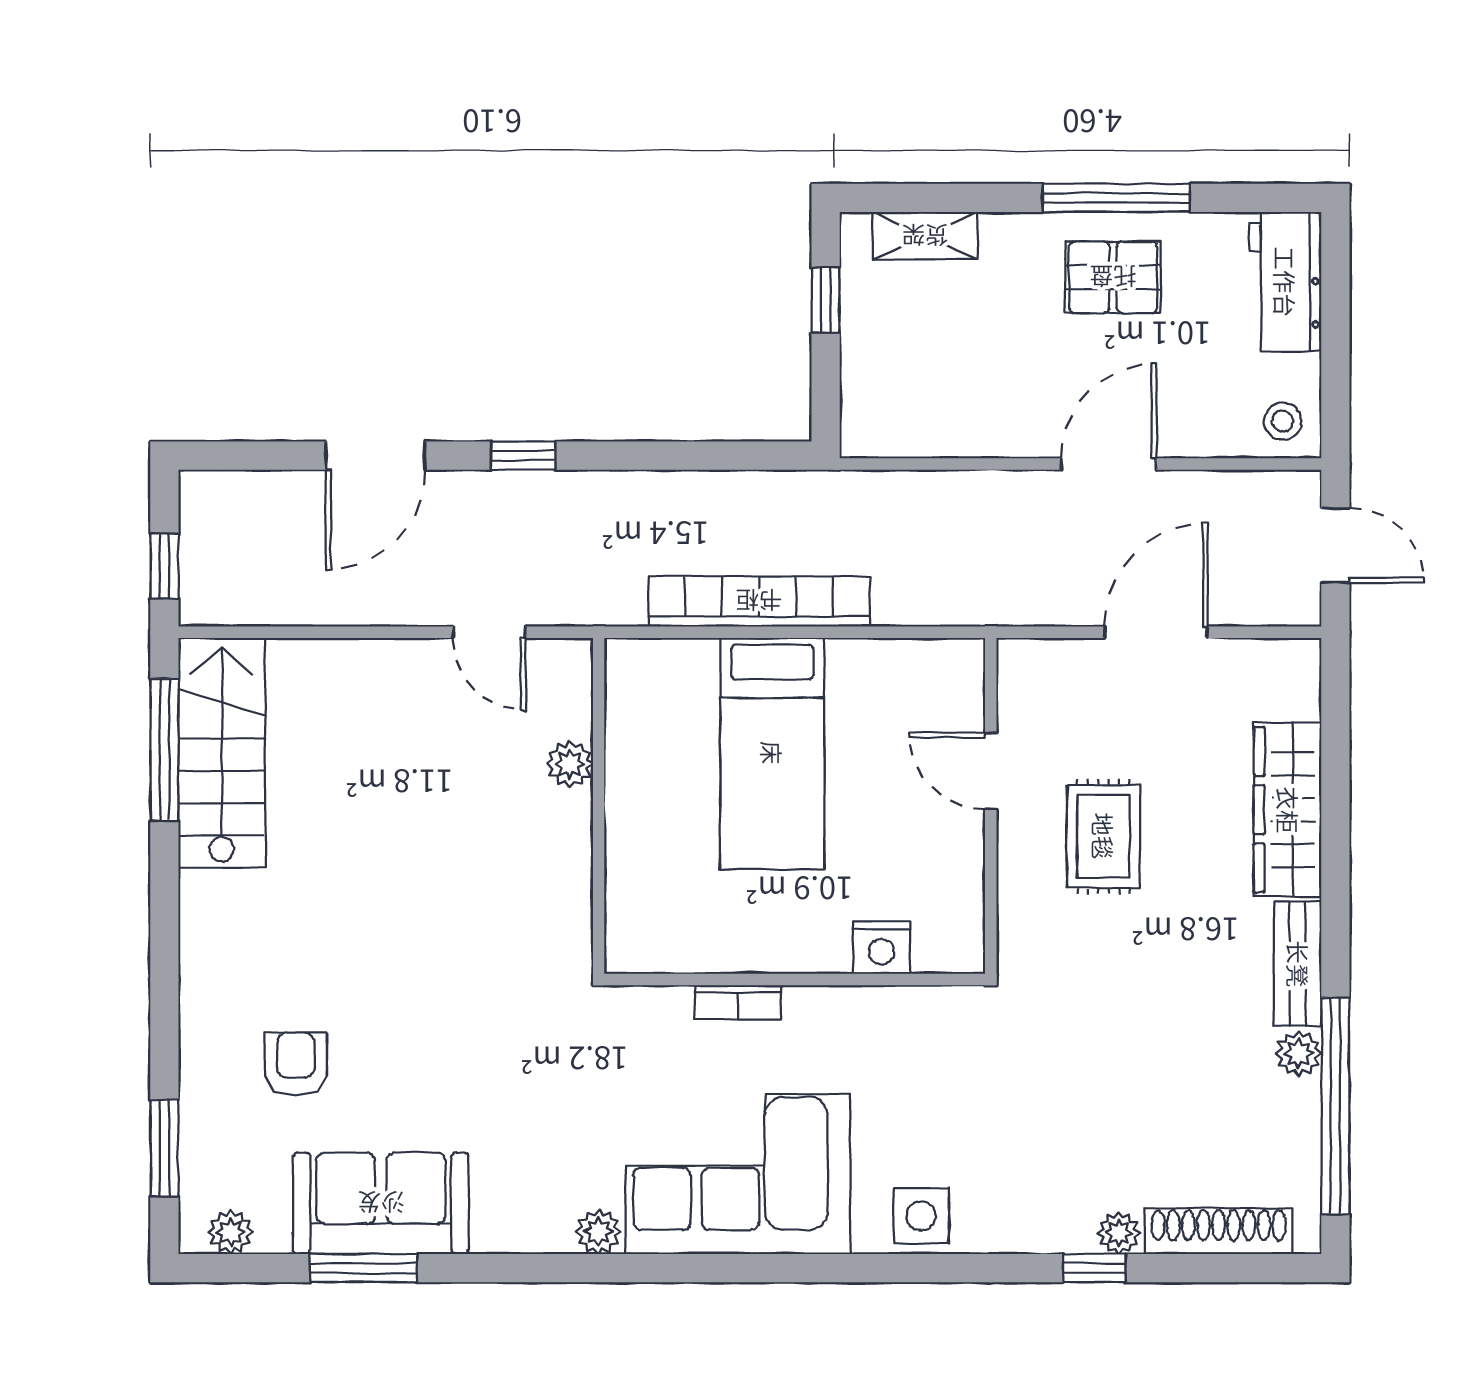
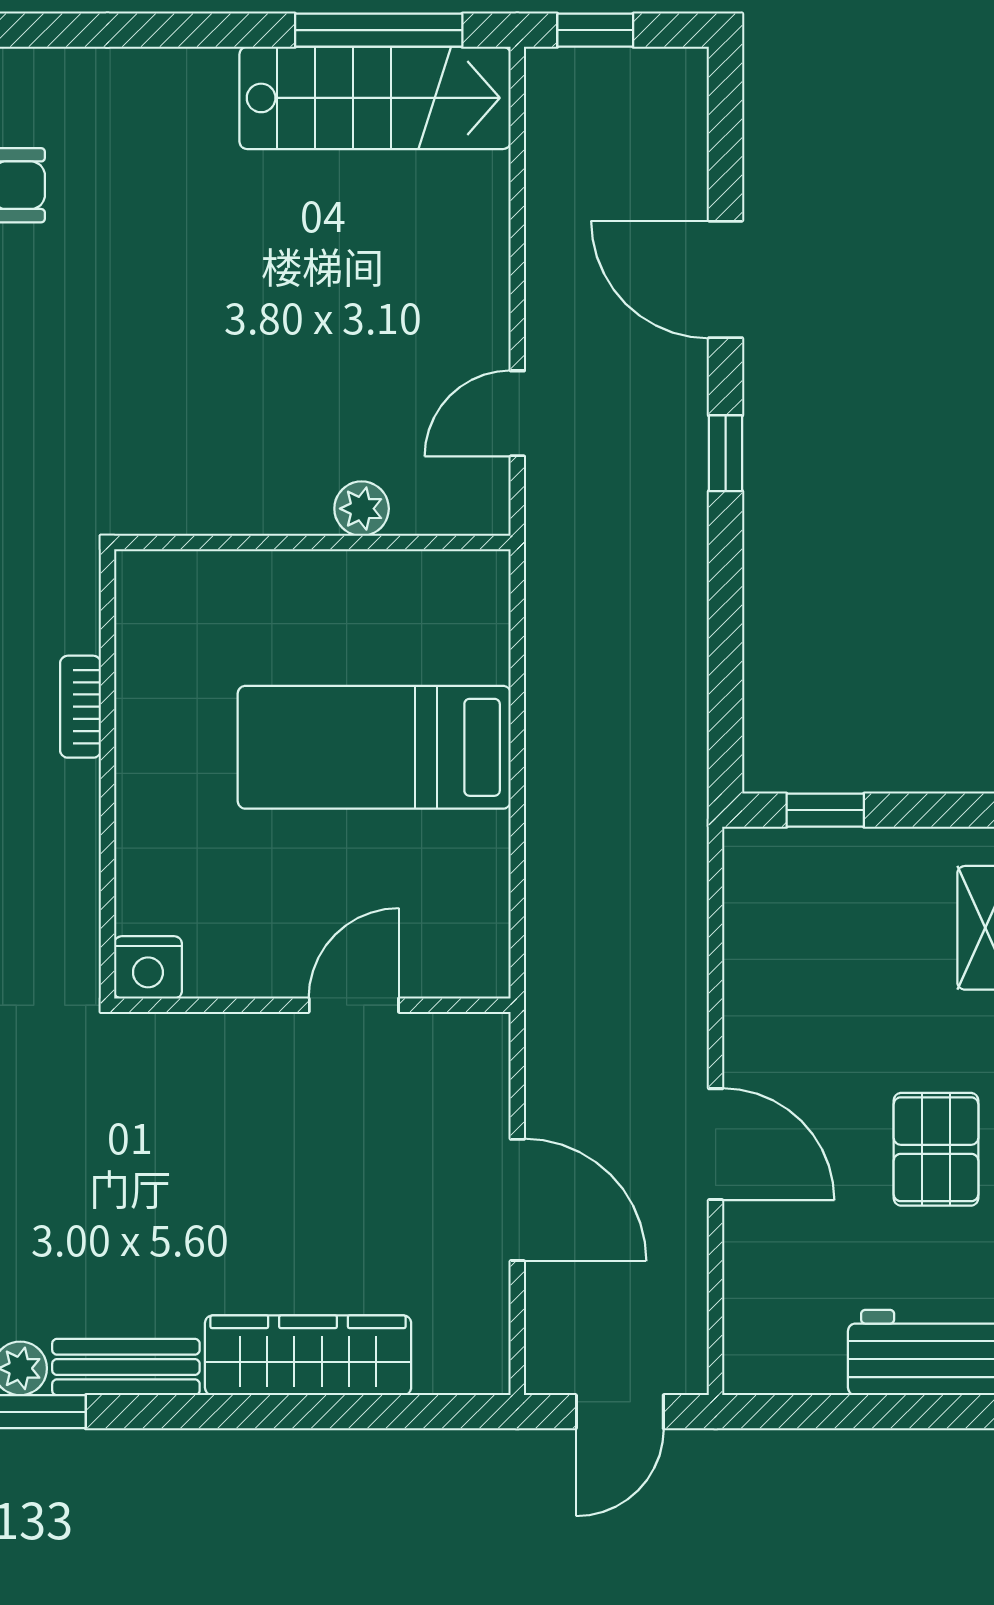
window: (826, 300) -> (825, 810), moved
stool: (1283, 421) -> (766, 1349), removed
bookcase: (759, 601) -> (554, 732), removed
rug: (1103, 836) -> (276, 1138), removed
nightstand: (881, 948) -> (148, 967), moved, turned -90

